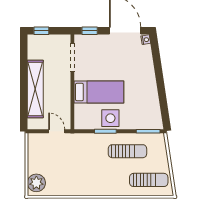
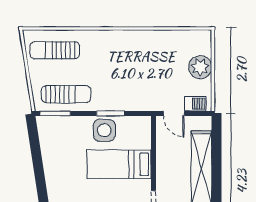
barbecue: (40, 139) -> (195, 104), added
sun lounger: (127, 151) -> (66, 94), moved, turned 180
plant: (36, 183) -> (200, 67), moved

